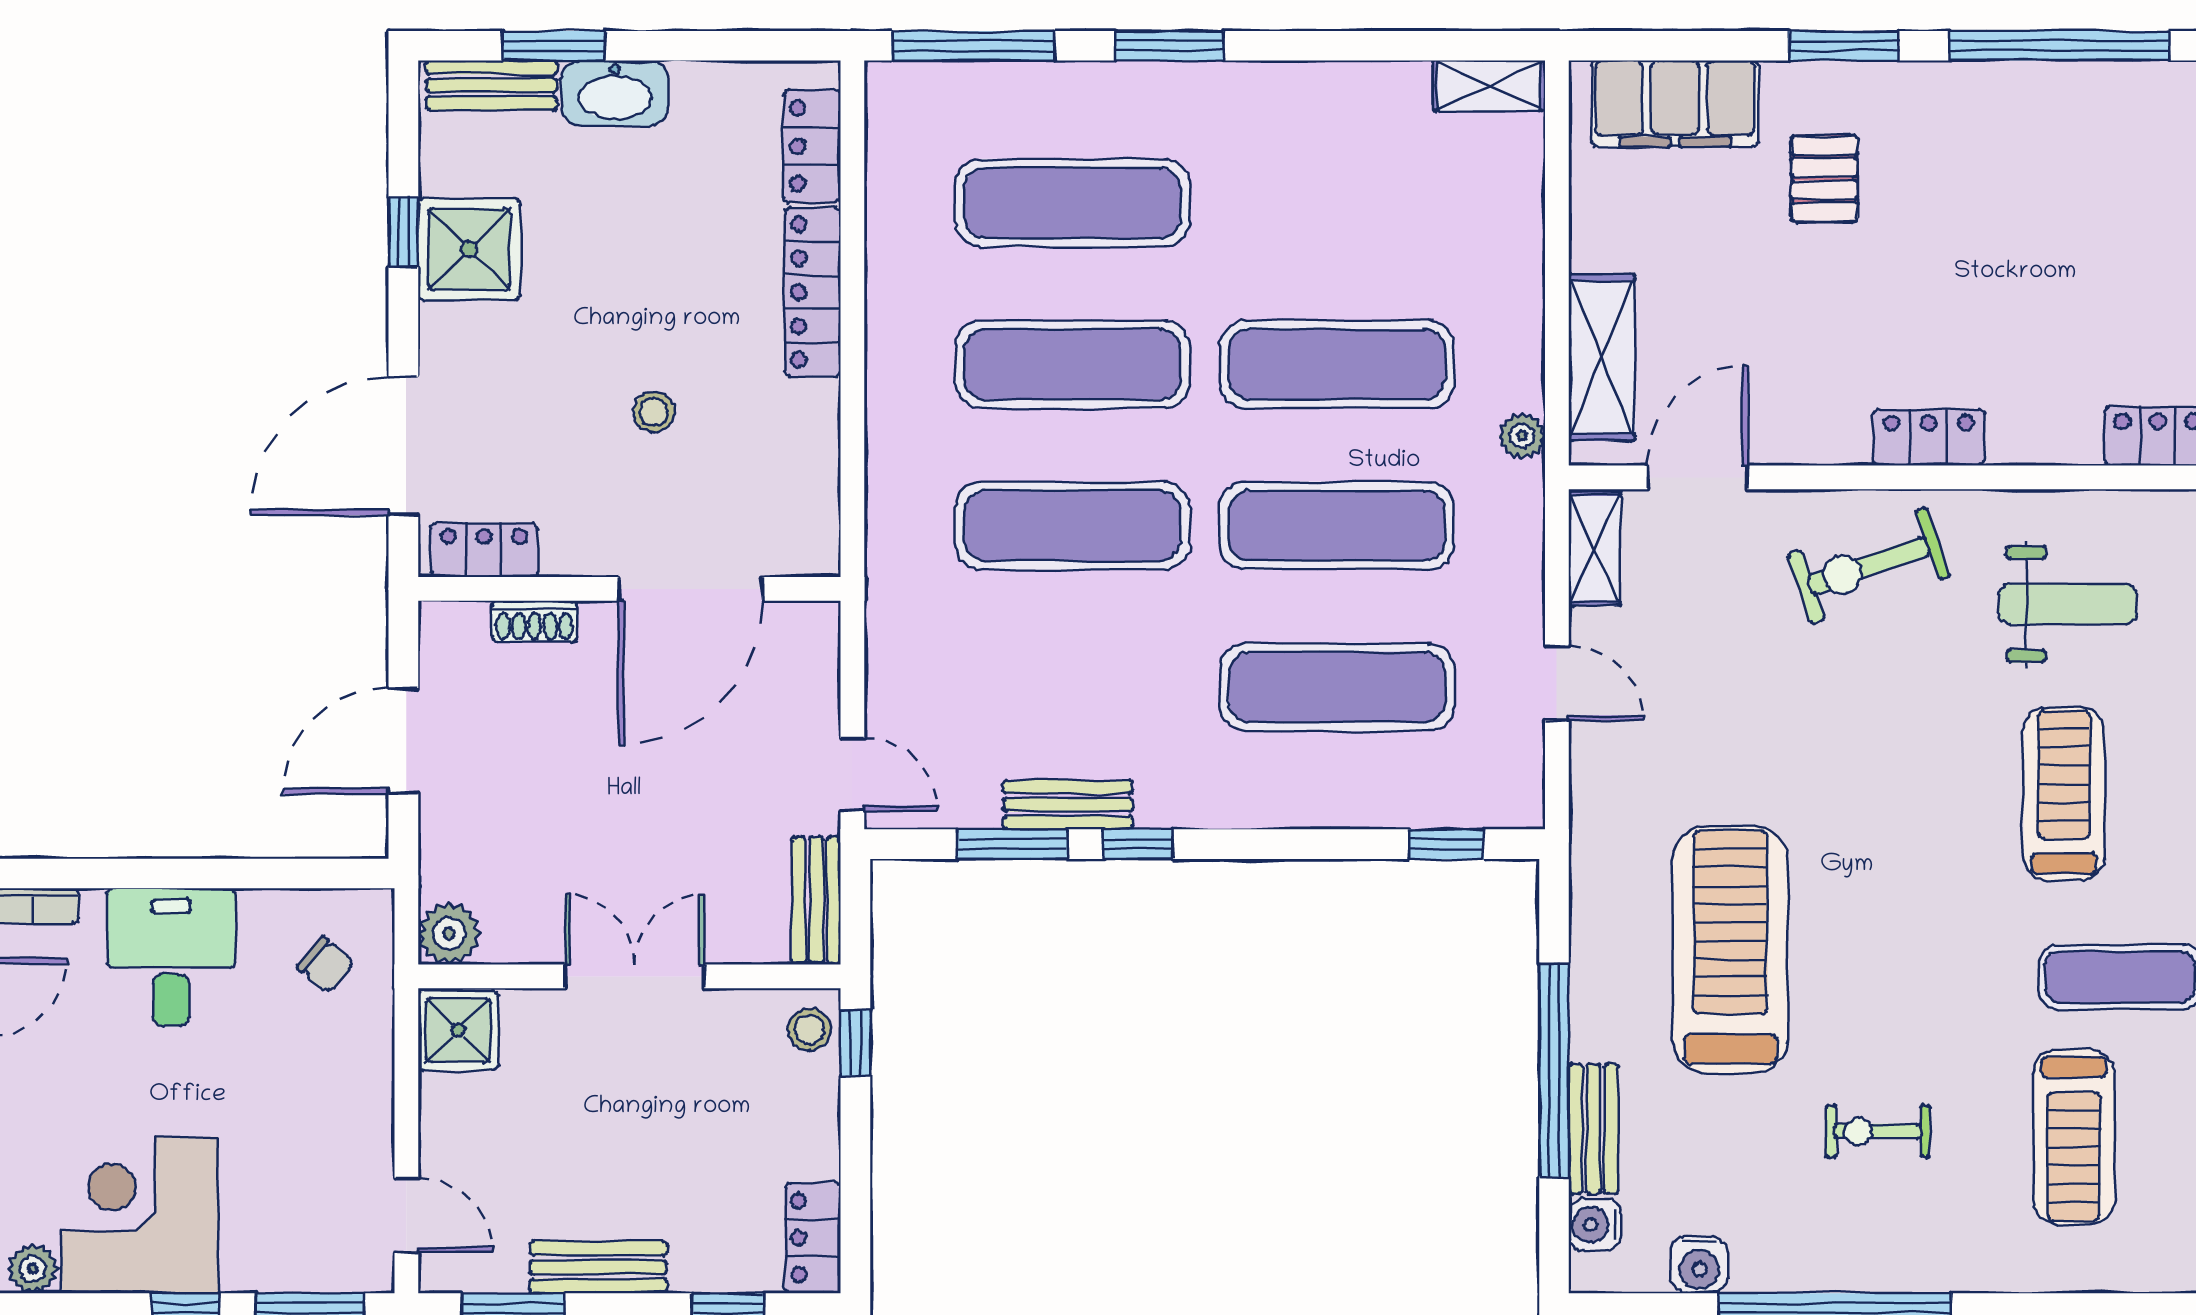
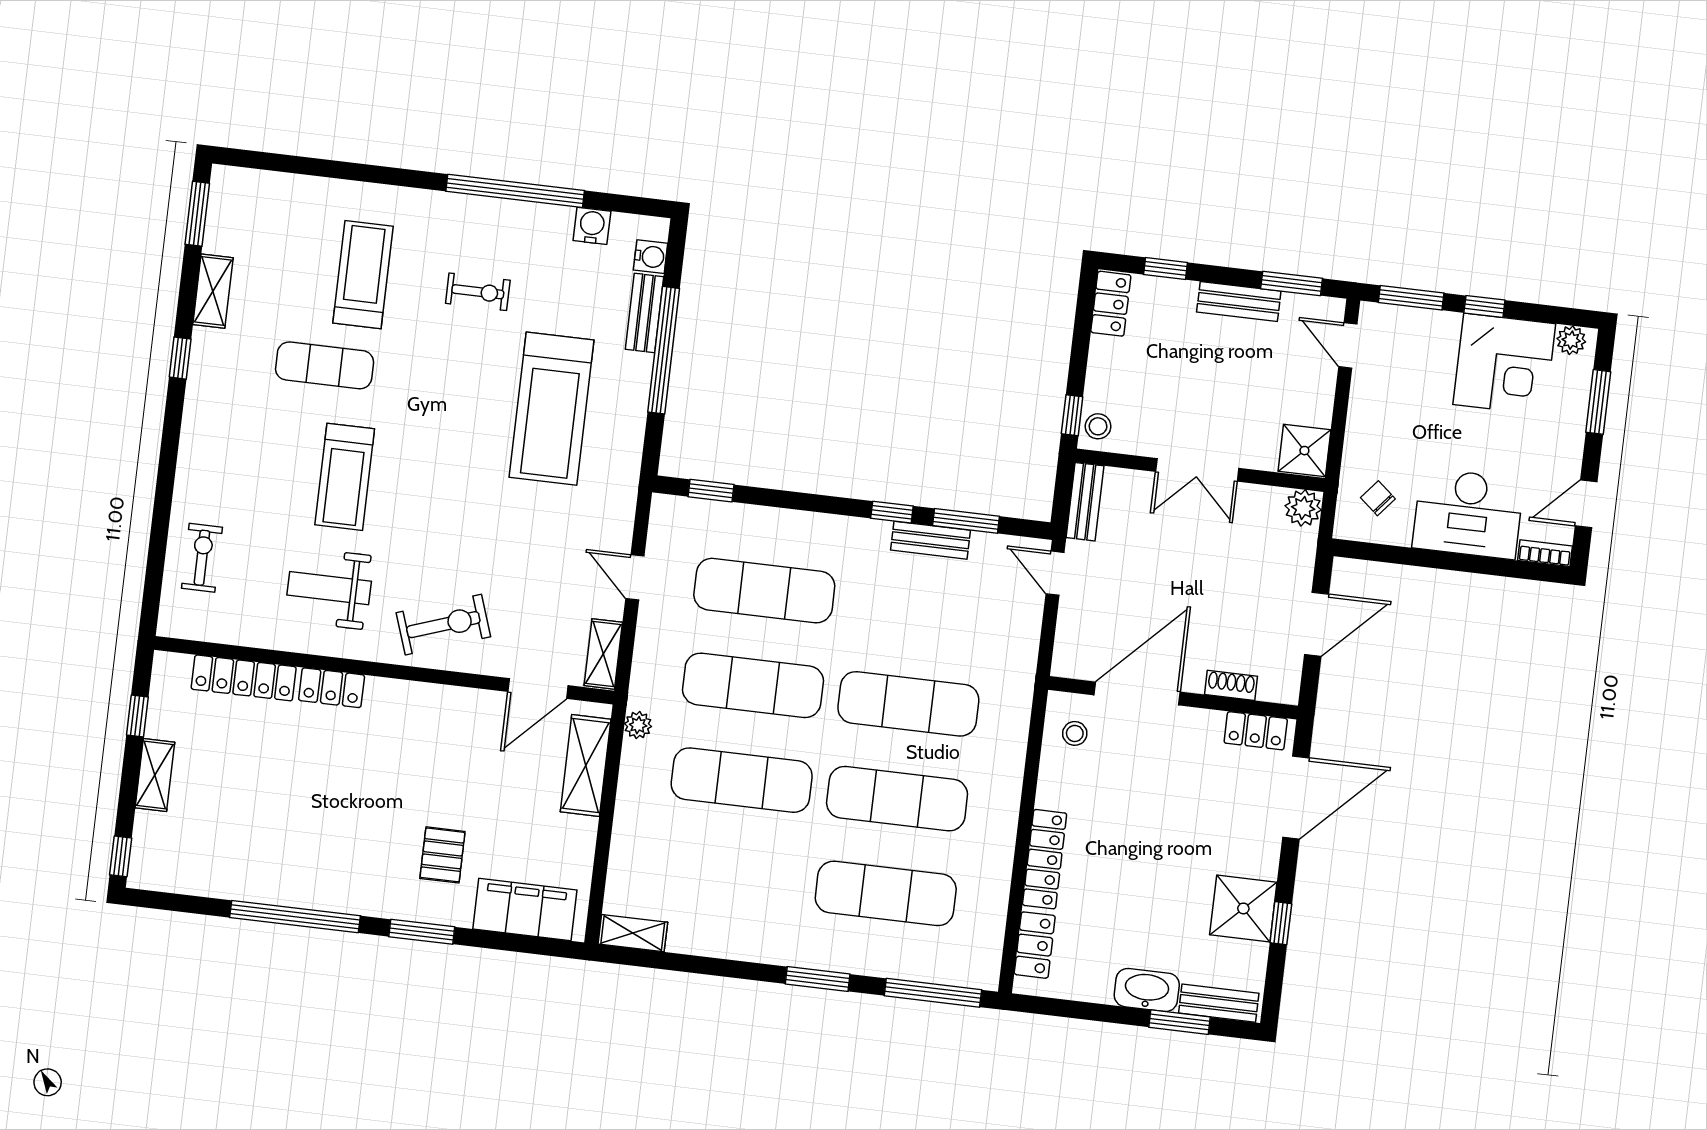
stool: (654, 412) -> (1075, 733), moved
locker: (1929, 437) -> (332, 688), moved
desk: (171, 957) -> (1468, 514), width x1.37

